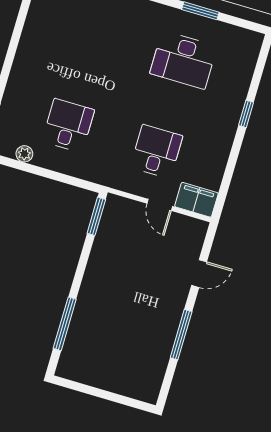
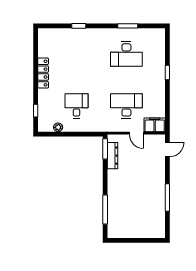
locker: (26, 50) -> (43, 73), added
desk: (156, 152) -> (126, 106), width x1.37
dresser: (106, 232) -> (112, 156), added
door: (199, 274) -> (167, 149), moved

